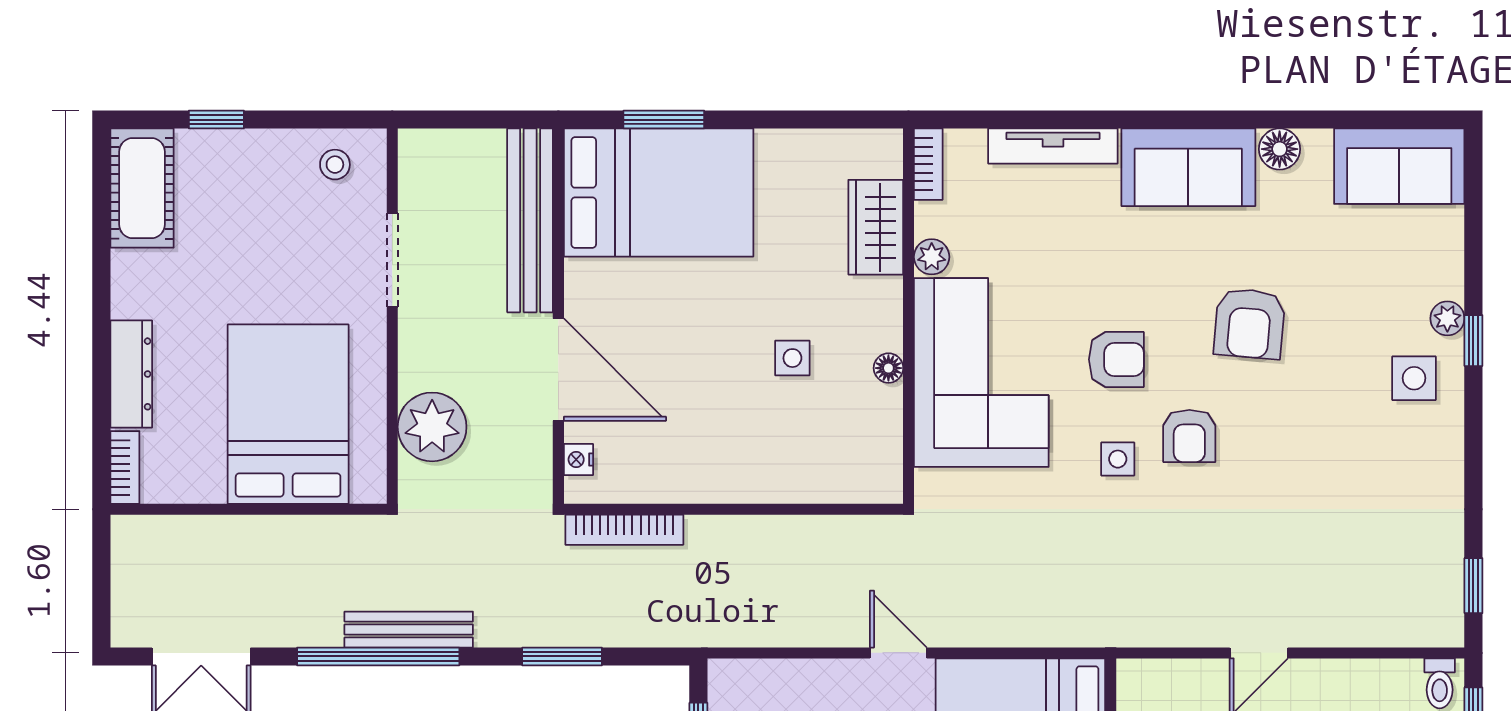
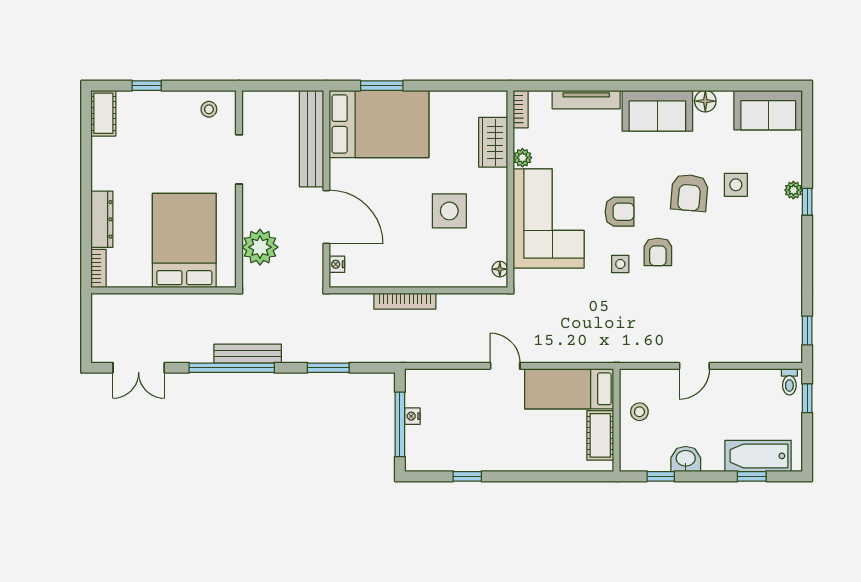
cot: (142, 188) -> (103, 113), width x0.73, depth x0.75
side table: (792, 358) -> (449, 211), width x1.87, depth x1.87
floor lamp: (888, 368) -> (500, 269), moved
side table: (1414, 378) -> (736, 185), moved
bookcase: (624, 530) -> (405, 301), moved

